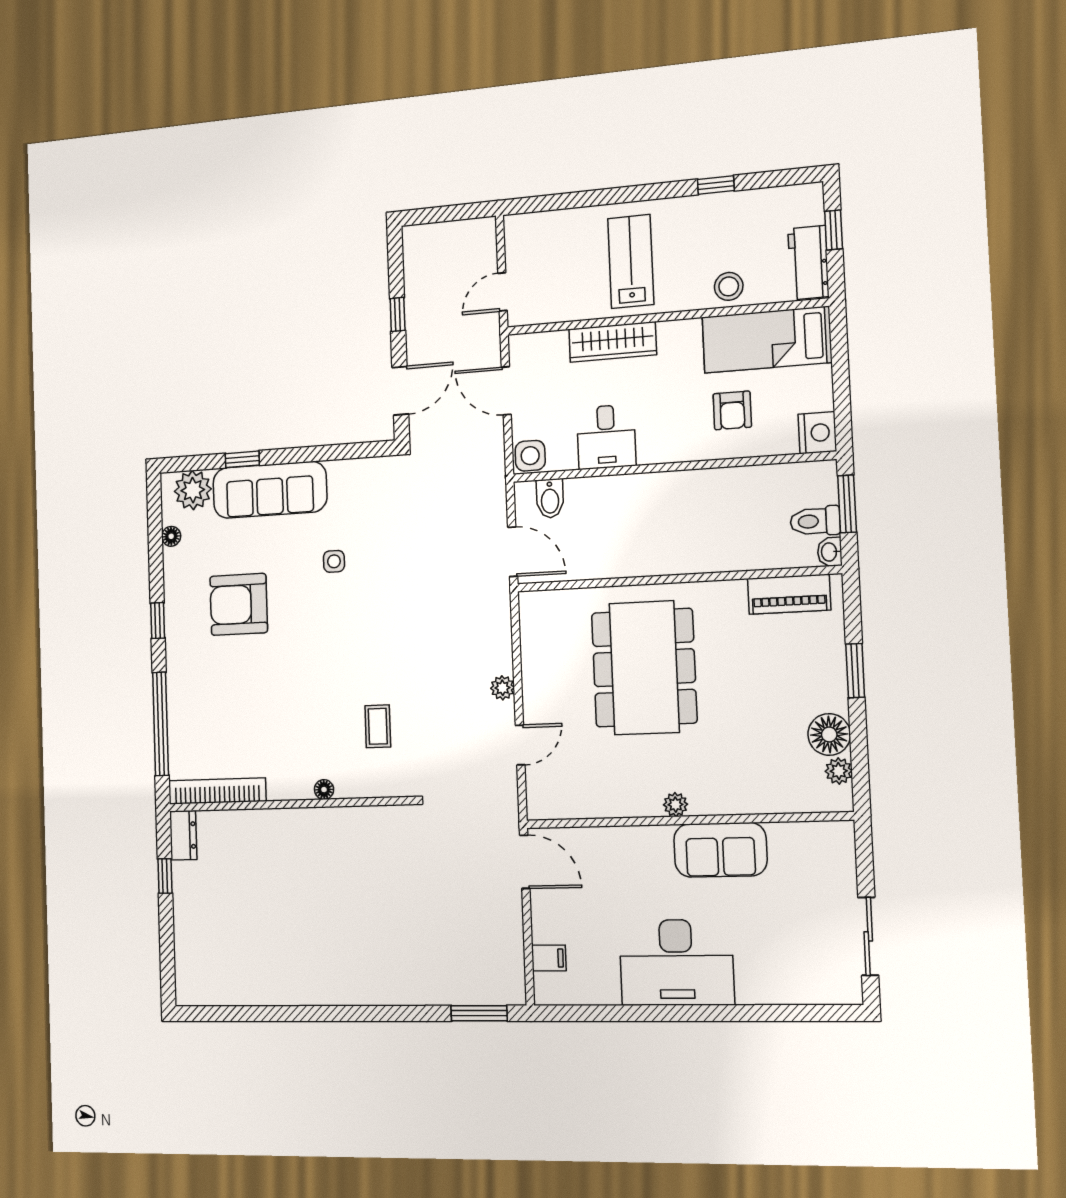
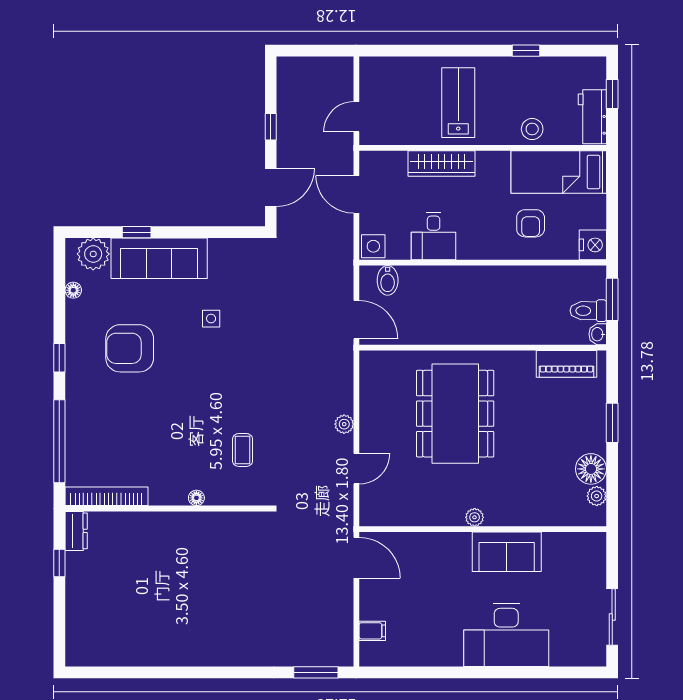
desk: (676, 962) -> (506, 635), moved

